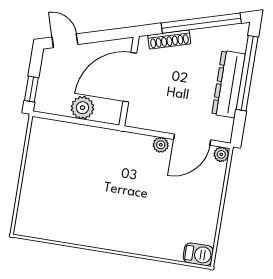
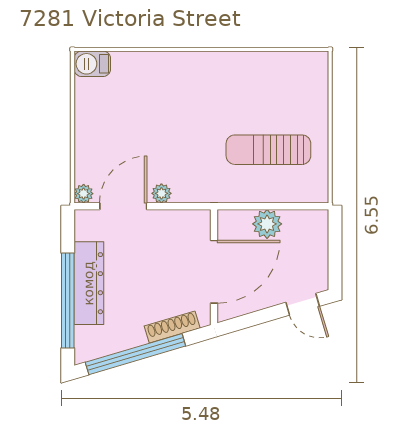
window: (31, 89) -> (335, 237), removed
sun lounger: (72, 165) -> (268, 150), added

